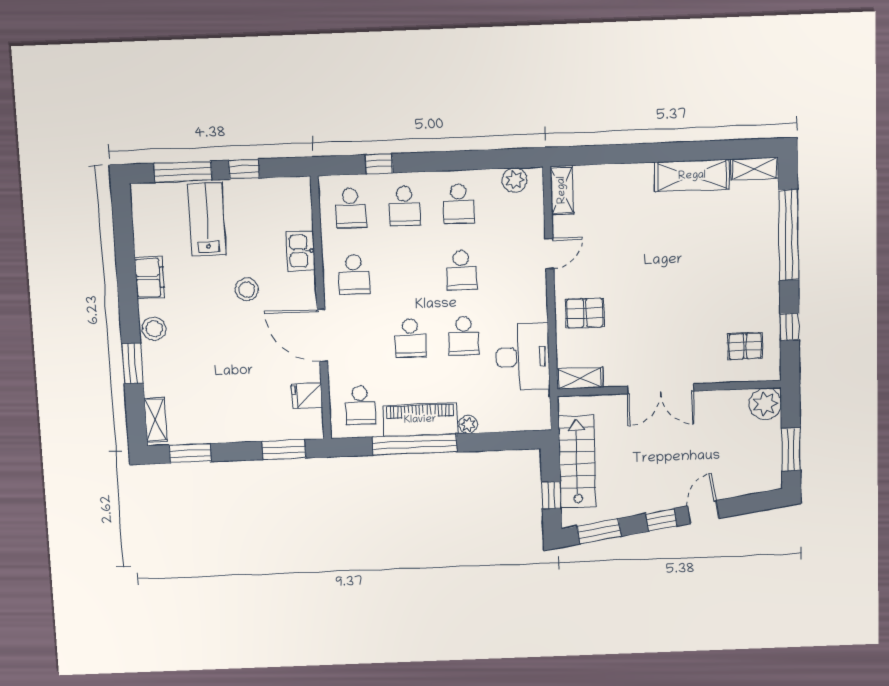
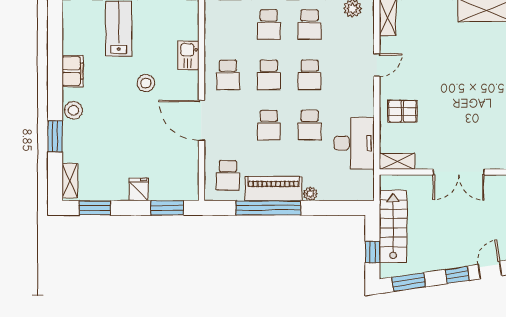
school desk: (351, 208) -> (269, 75), moved
fridge: (307, 396) -> (139, 189), moved, turned 90

